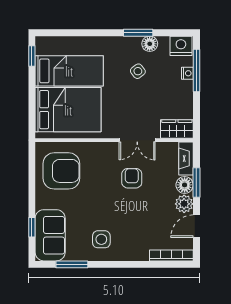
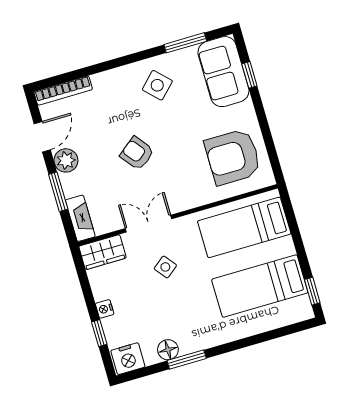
window: (196, 70) -> (99, 333), width x0.46
side table: (138, 71) -> (165, 267), moved
nightstand: (187, 73) -> (105, 309), moved
bed: (68, 110) -> (244, 227), width x0.67
armchair: (132, 178) -> (137, 153), moved, turned 142
floor lamp: (185, 185) -> (72, 184), removed
side table: (101, 239) -> (157, 85), turned 45

